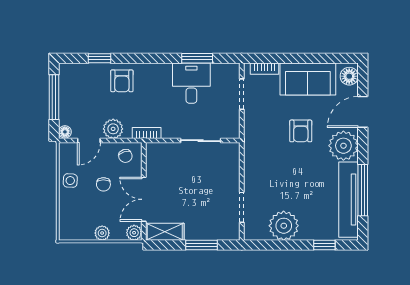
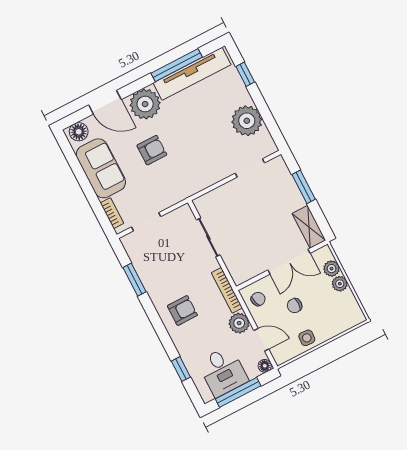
armchair: (122, 81) -> (182, 310), moved
desk: (191, 83) -> (223, 371), moved, turned -90
bookcase: (147, 133) -> (227, 290), width x1.56
chair: (103, 184) -> (295, 306), turned 180
plant: (134, 233) -> (332, 269), moved

